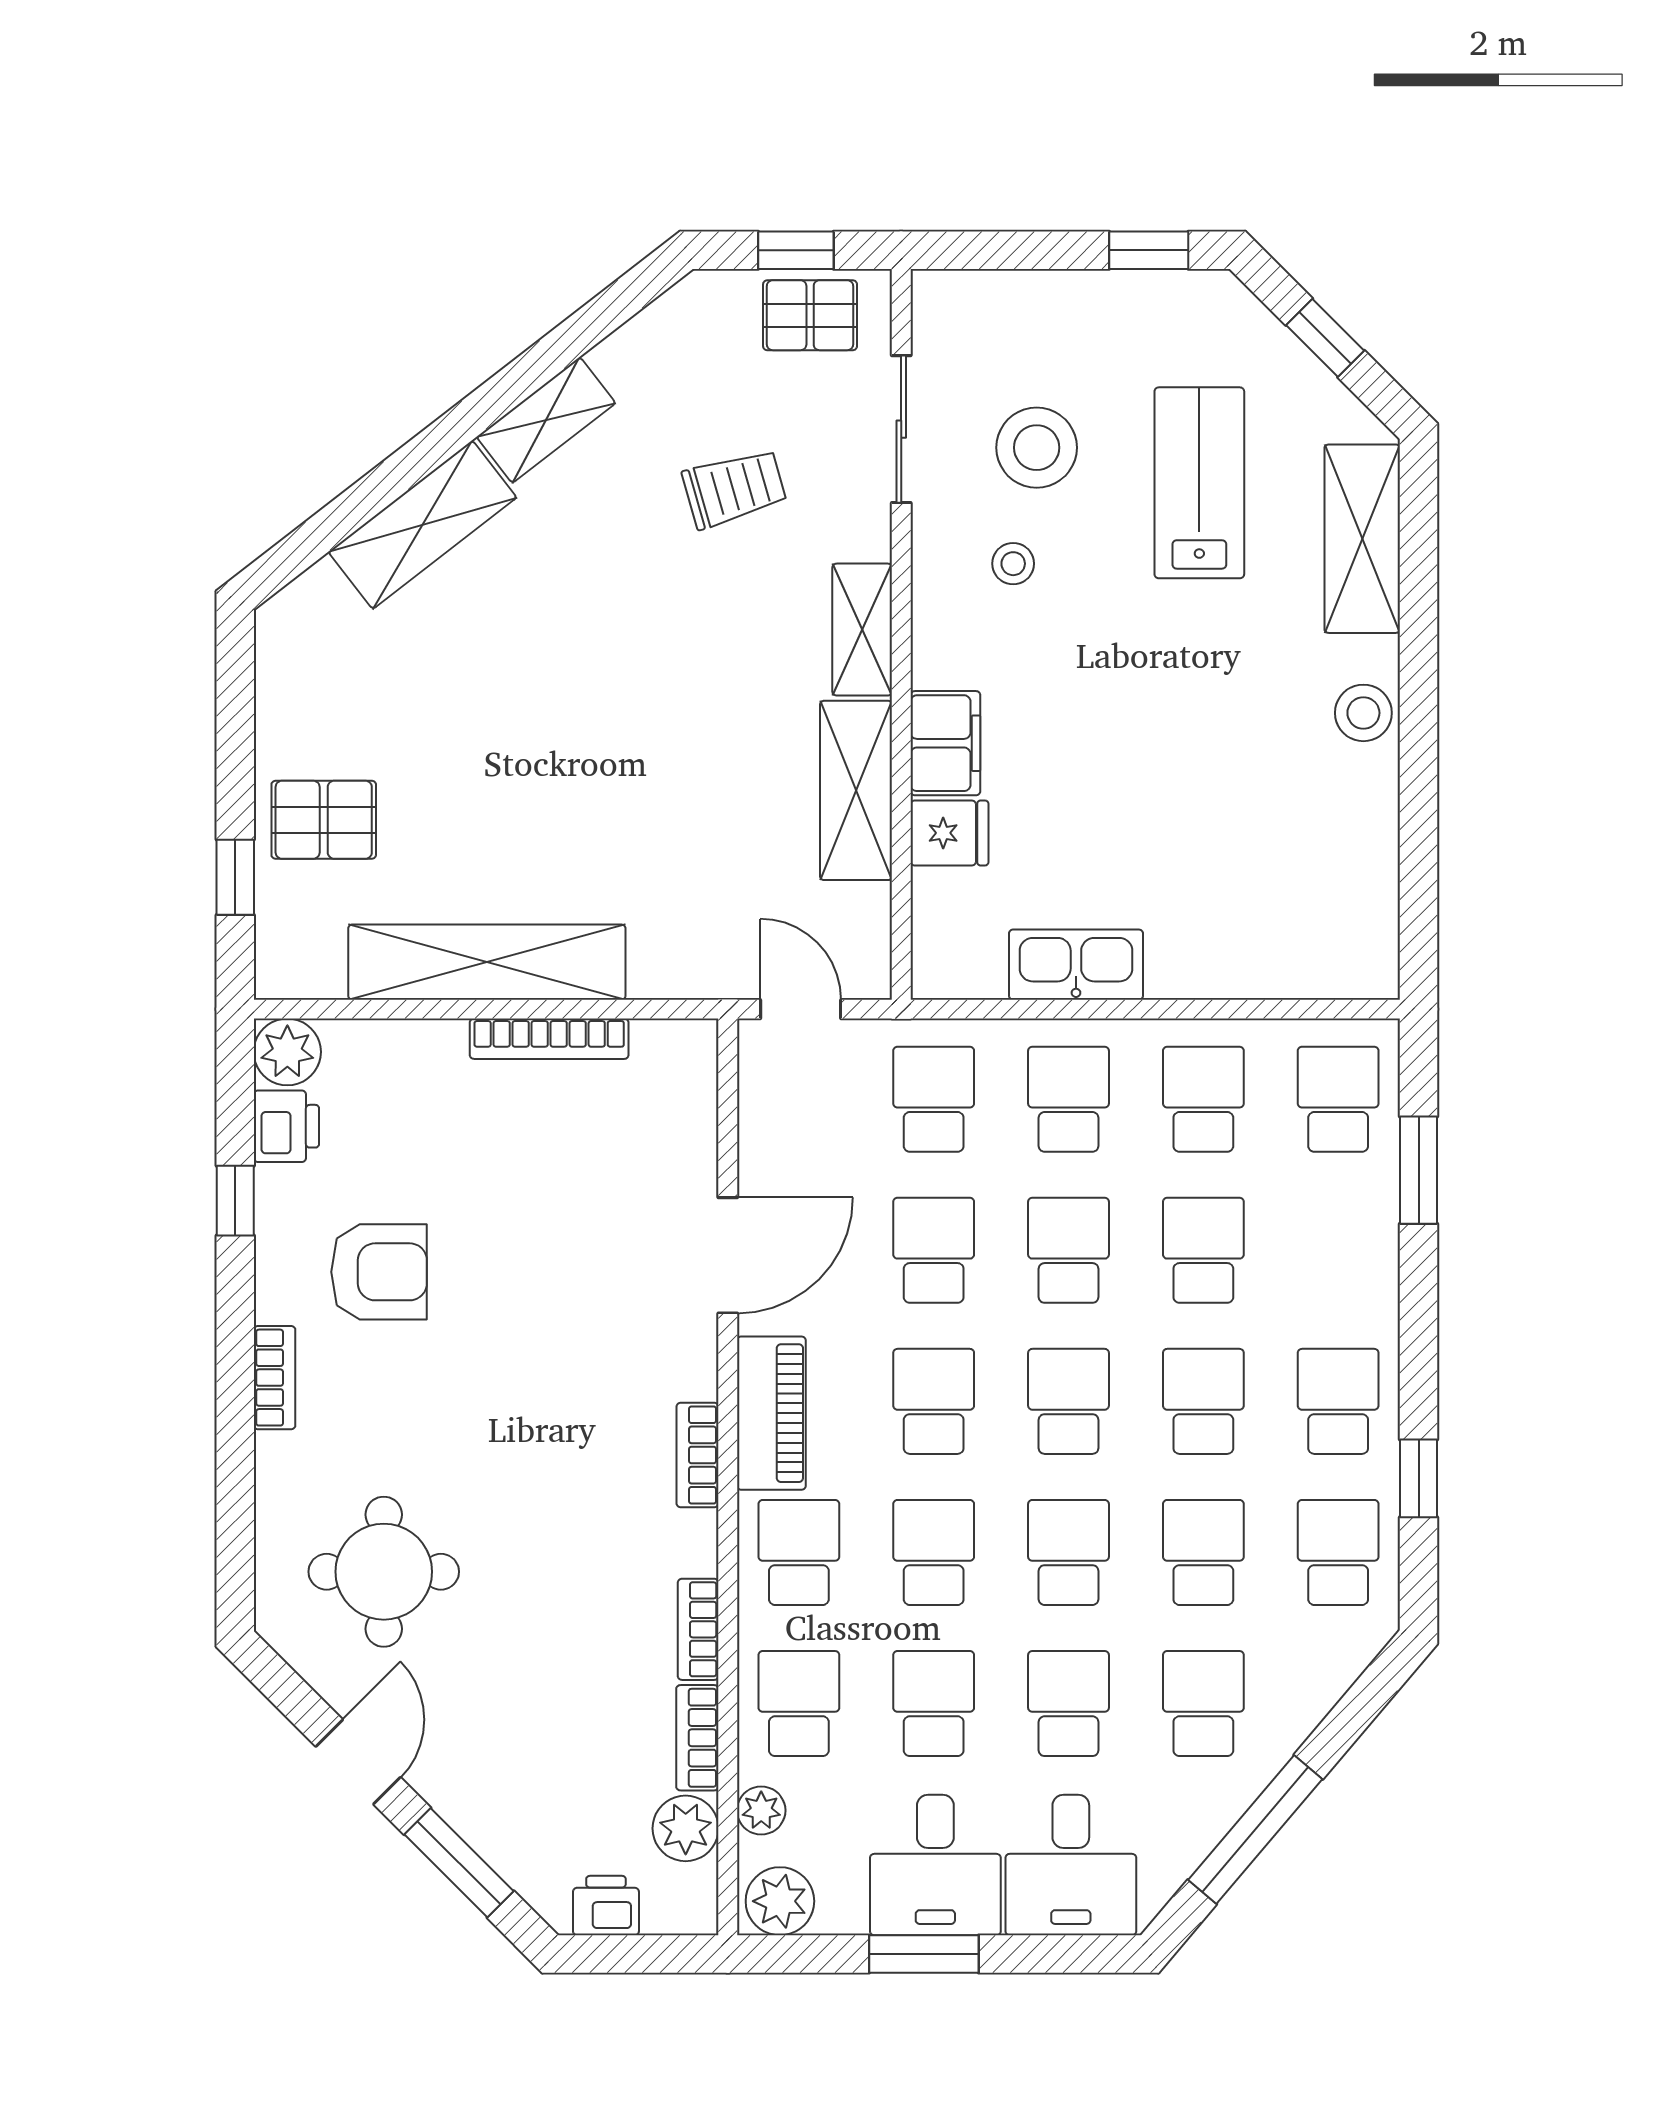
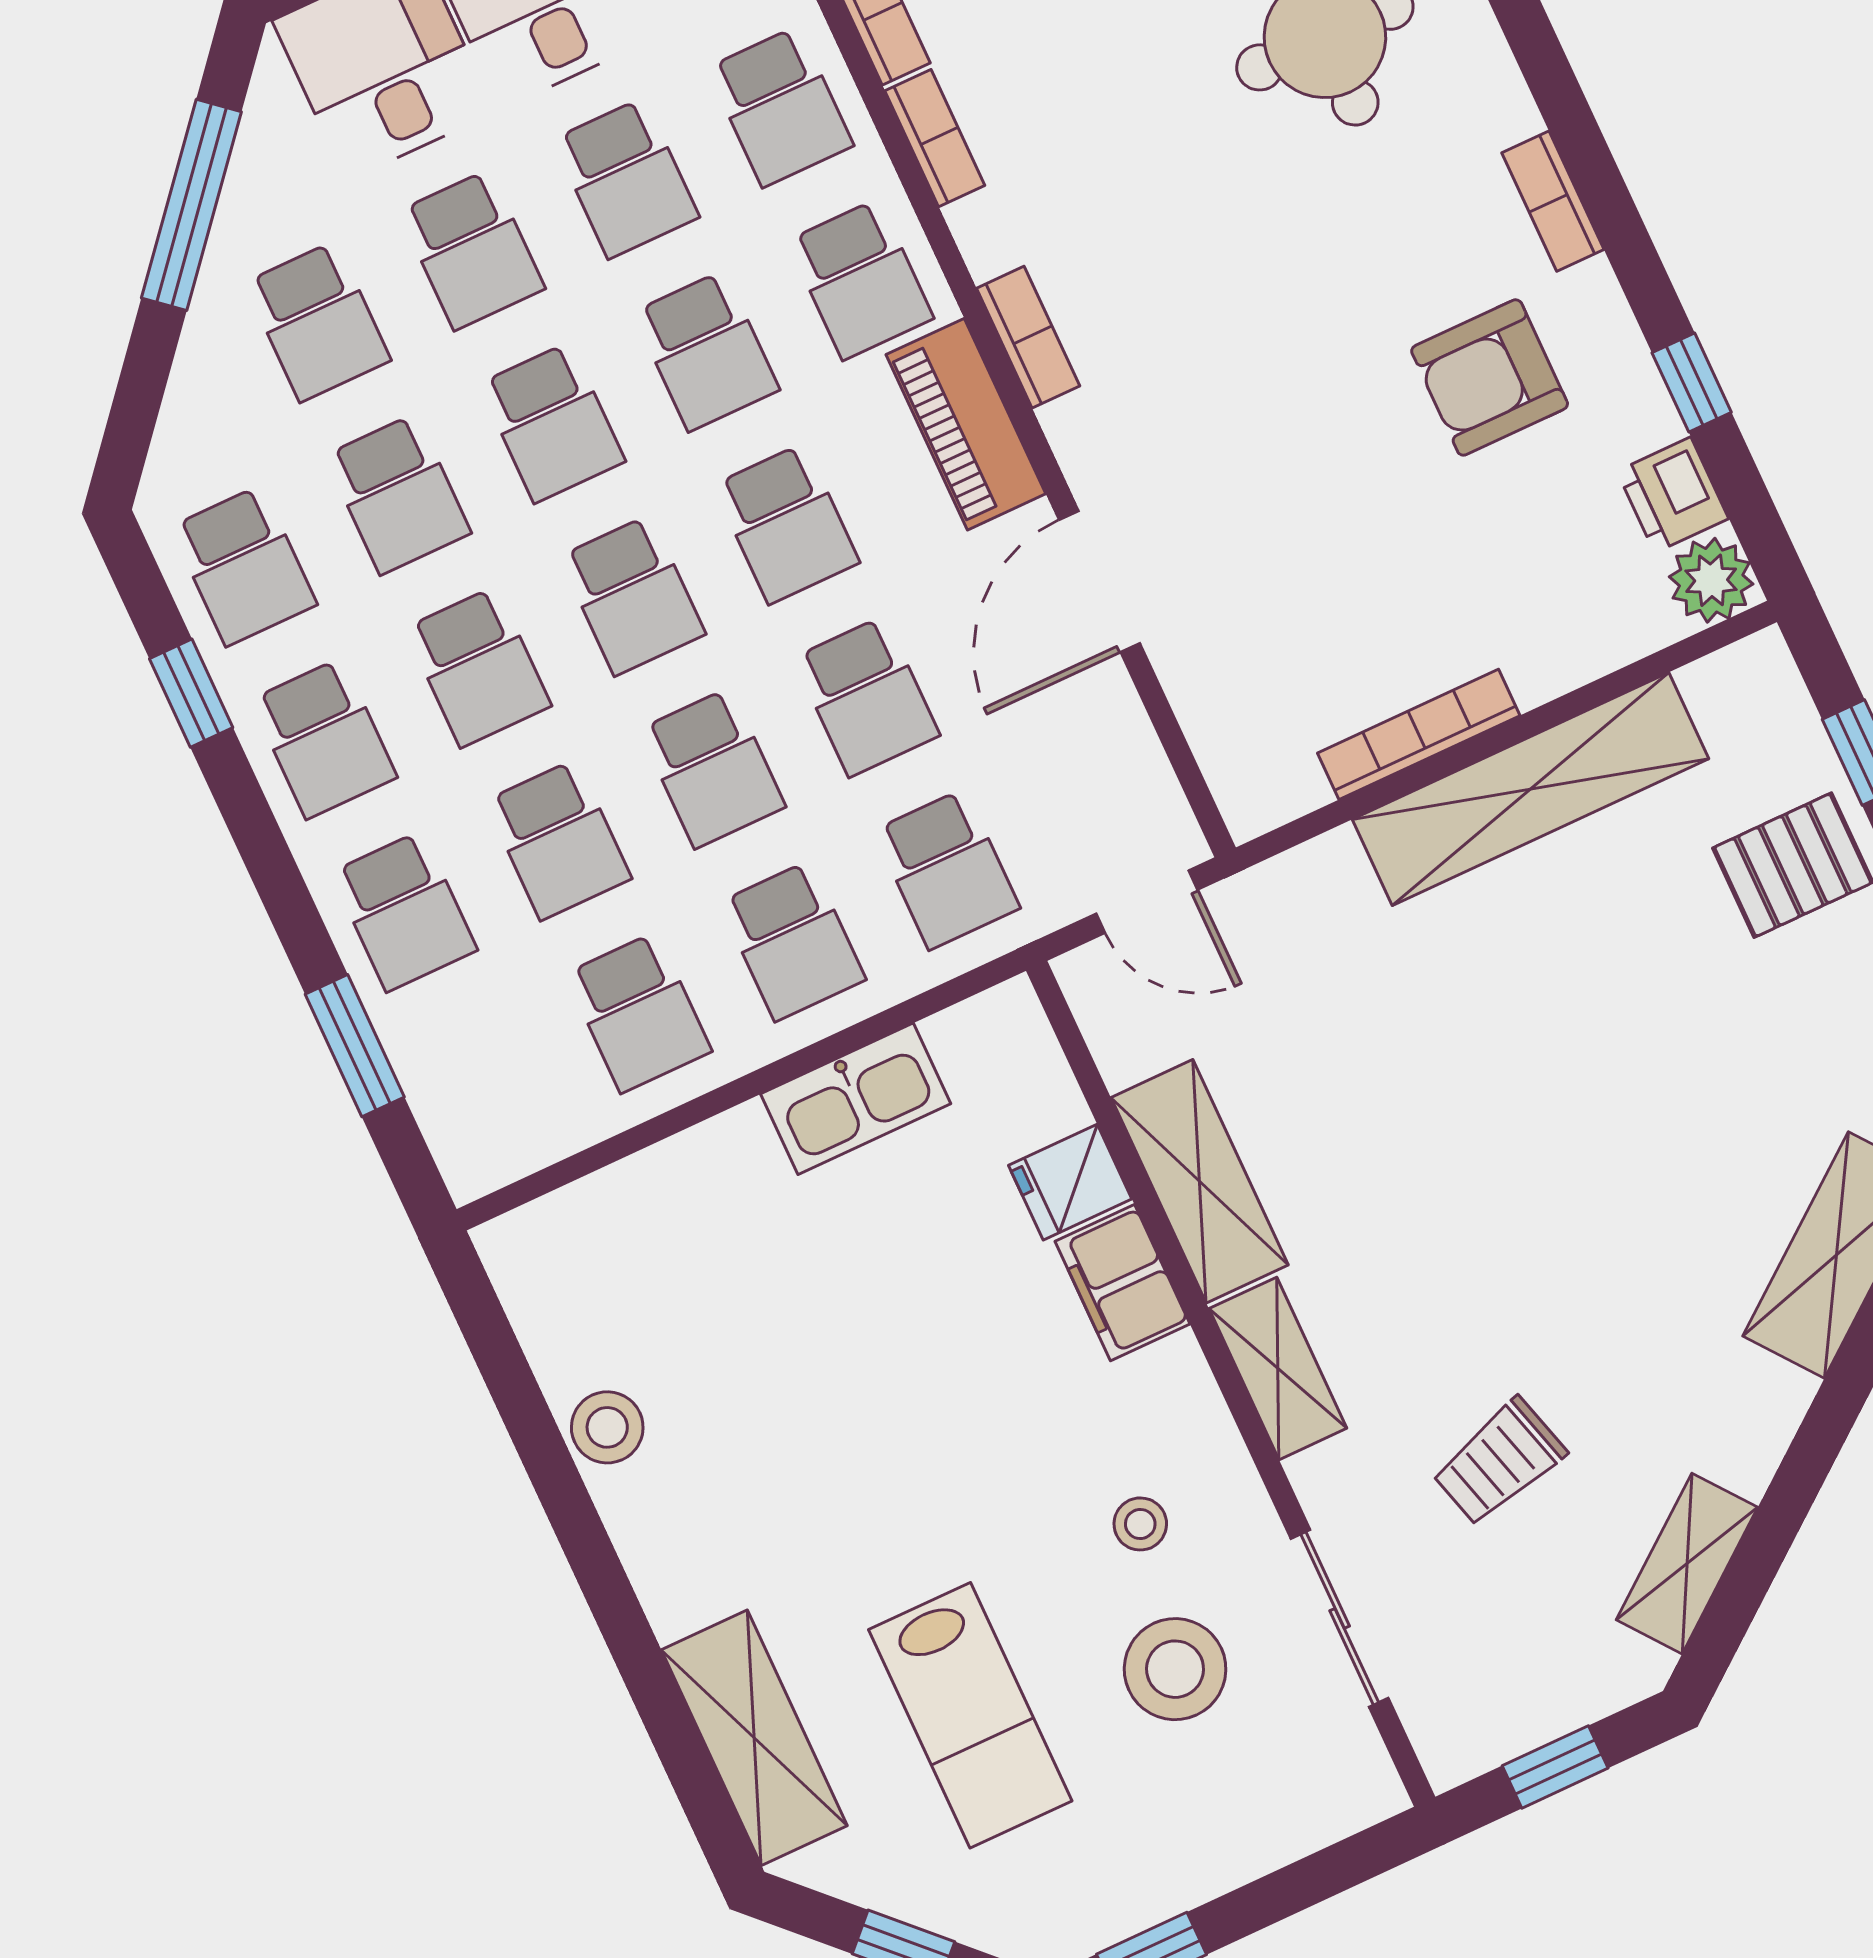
pallet: (810, 315) -> (1504, 1700), removed
shelving: (546, 420) -> (1687, 1564), moved
stool: (1363, 713) -> (607, 1427), moved
school desk: (1338, 1099) -> (404, 911), moved

